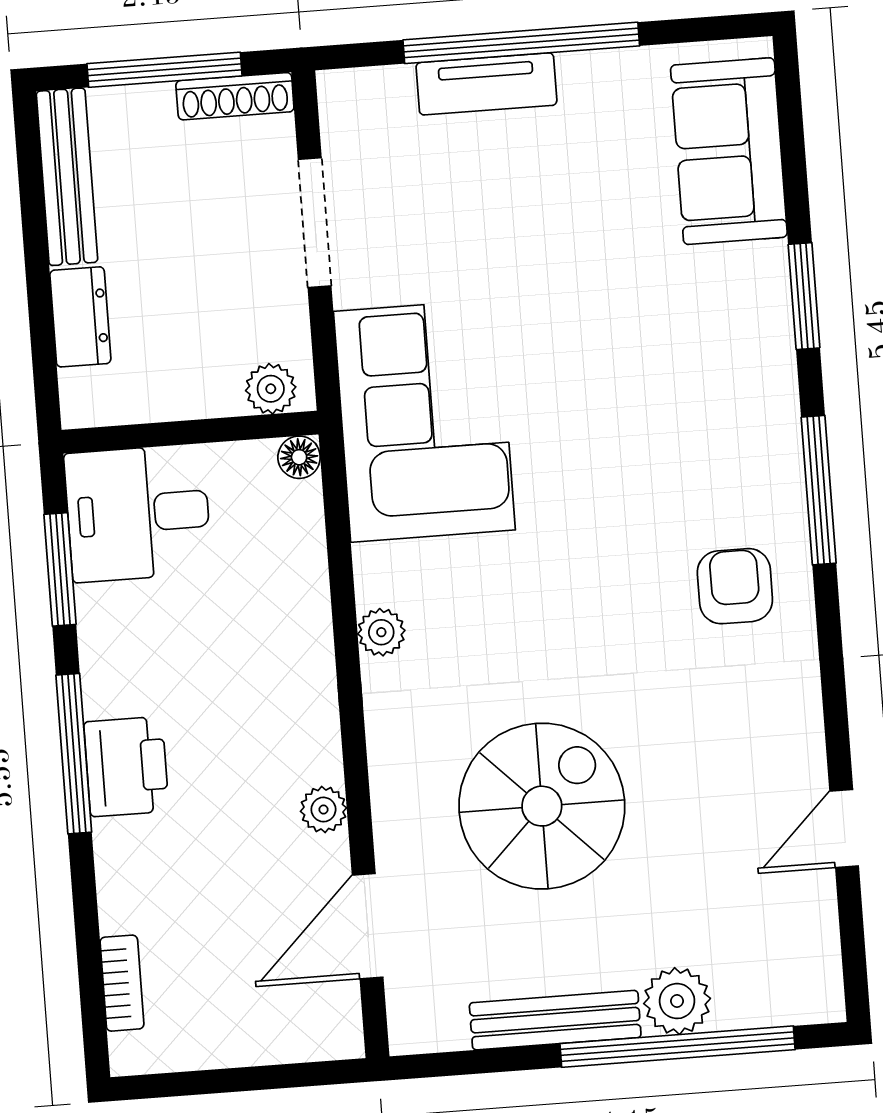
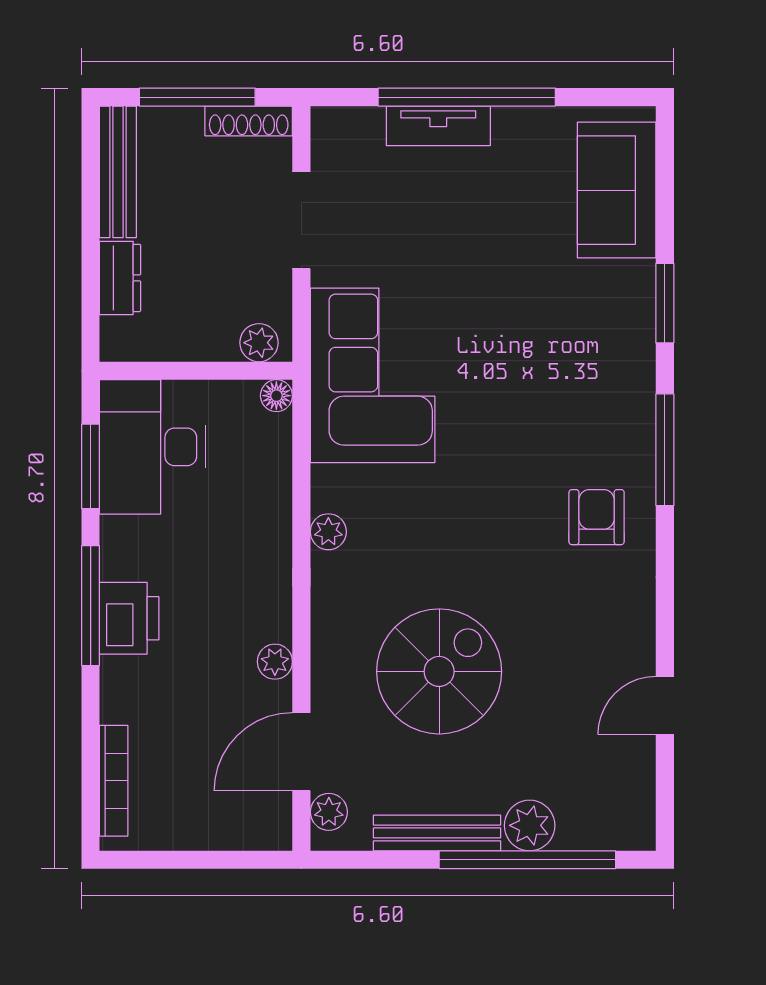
desk: (138, 513) -> (152, 447), width x1.37
bookcase: (122, 983) -> (114, 781), width x1.56
plant: (410, 1003) -> (329, 812), added

